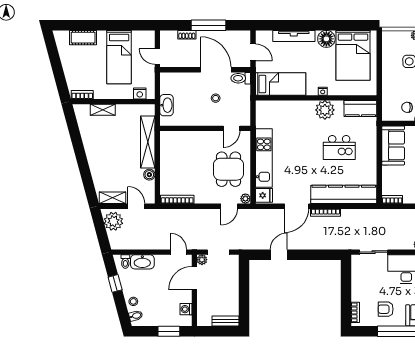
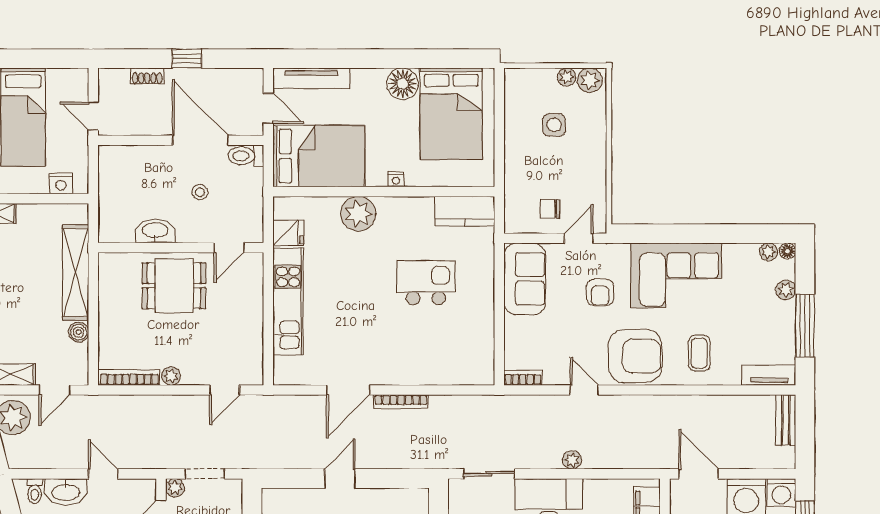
window: (208, 25) -> (187, 59), width x0.46
tv unit: (294, 36) -> (311, 78), moved
bed: (281, 84) -> (319, 156), width x1.50
washbasin: (167, 105) -> (155, 231), moved, turned -90
plant: (325, 110) -> (358, 214), moved
kitchen island: (339, 148) -> (426, 283), turned 180
dining table: (228, 169) -> (174, 286), moved, turned 90
kitchen counter: (344, 194) -> (434, 368), removed
fridge: (264, 195) -> (288, 233), moved
plant: (245, 199) -> (171, 376), moved
door: (136, 206) -> (55, 390), swing flipped
door: (178, 252) -> (103, 474), moved
door: (279, 255) -> (340, 479), moved

